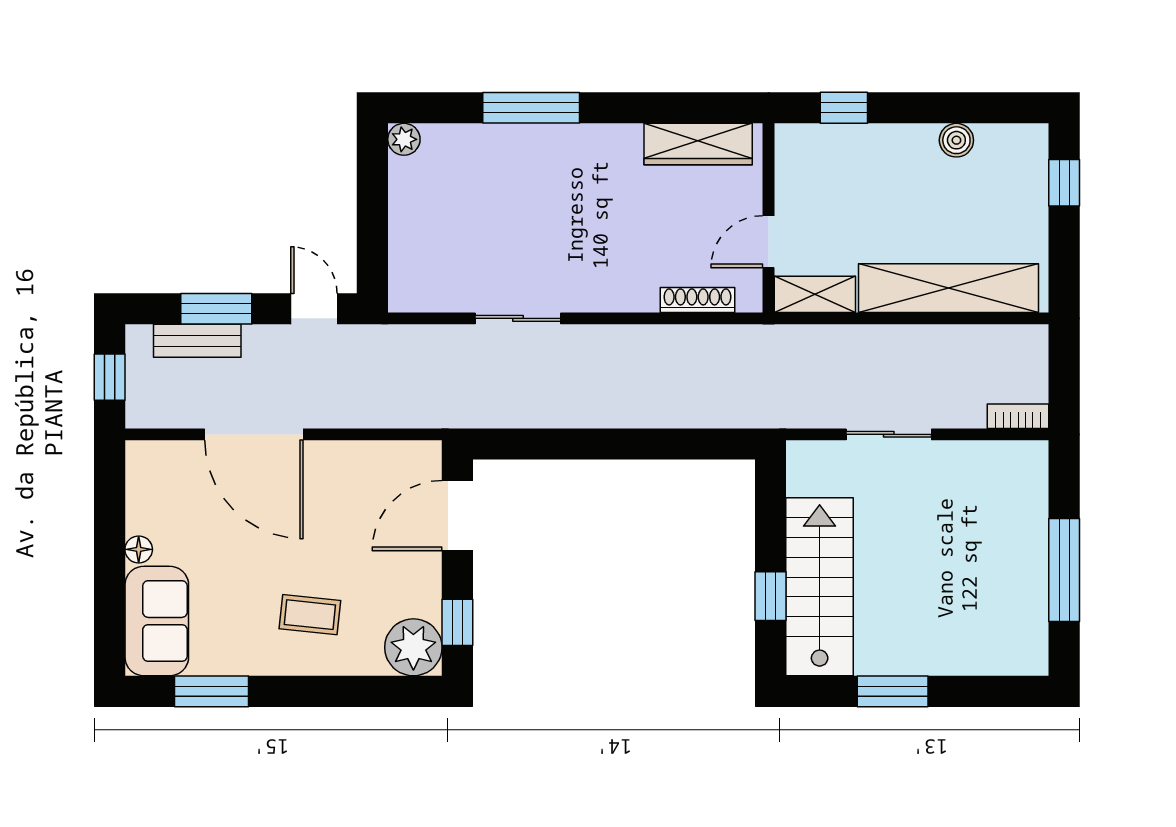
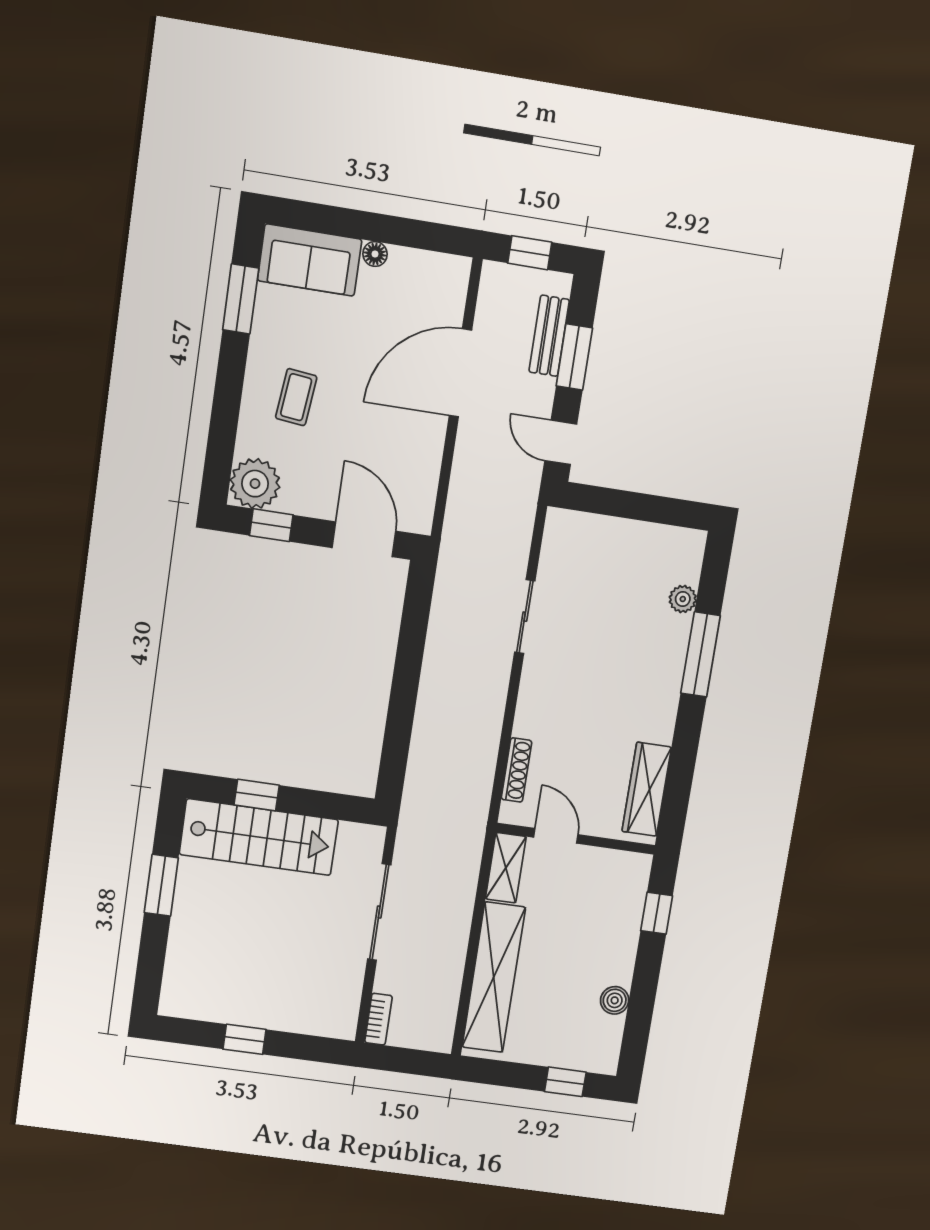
plant: (404, 139) -> (683, 599), moved
door: (314, 309) -> (561, 442), swing flipped
sliding door: (889, 434) -> (379, 912), width x1.37
window: (1064, 570) -> (244, 1039), width x0.46

